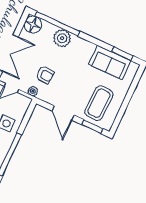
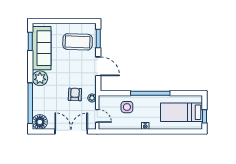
plant: (62, 38) -> (40, 78), moved
sofa: (110, 62) -> (42, 48), width x1.36
door: (63, 113) -> (98, 66), hinge flipped

